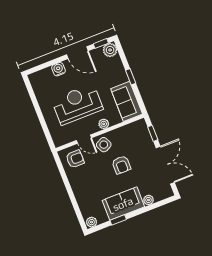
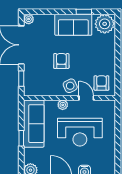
sofa: (127, 101) -> (34, 124), width x1.36
armchair: (75, 159) -> (101, 83), turned 90
plant: (149, 200) -> (29, 19), moved
plant: (92, 222) -> (105, 24), width x1.87, depth x1.87

